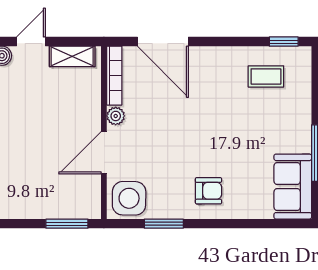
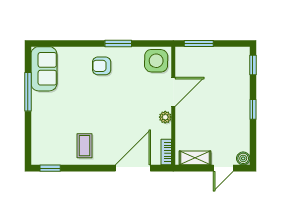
door: (163, 42) -> (133, 168), hinge flipped
bookcase: (114, 76) -> (166, 152), width x0.64
coffee table: (266, 76) -> (84, 146), moved, turned 90
window: (164, 224) -> (118, 43), moved

